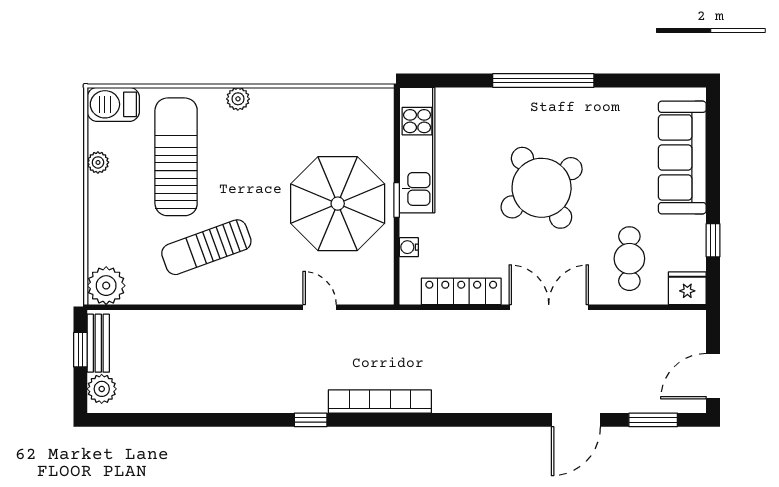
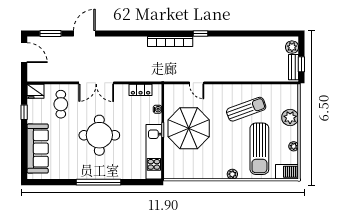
round table: (542, 188) -> (99, 135), turned 33
plant: (106, 286) -> (290, 118), moved
locker: (461, 291) -> (141, 90), width x0.66
door: (713, 376) -> (24, 53), hinge flipped

